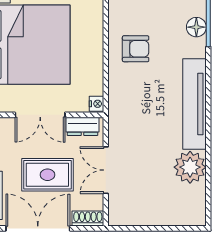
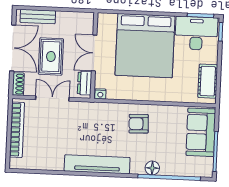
armchair: (136, 49) -> (139, 124), turned 88
plant: (190, 167) -> (52, 159), removed
bookcase: (151, 217) -> (17, 130), added

